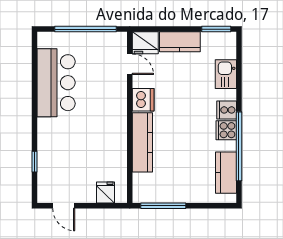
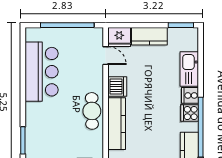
kitchen sink: (226, 74) -> (189, 69), width x1.38
cafe table: (114, 128) -> (92, 111), added
window: (35, 162) -> (23, 140), width x1.50

